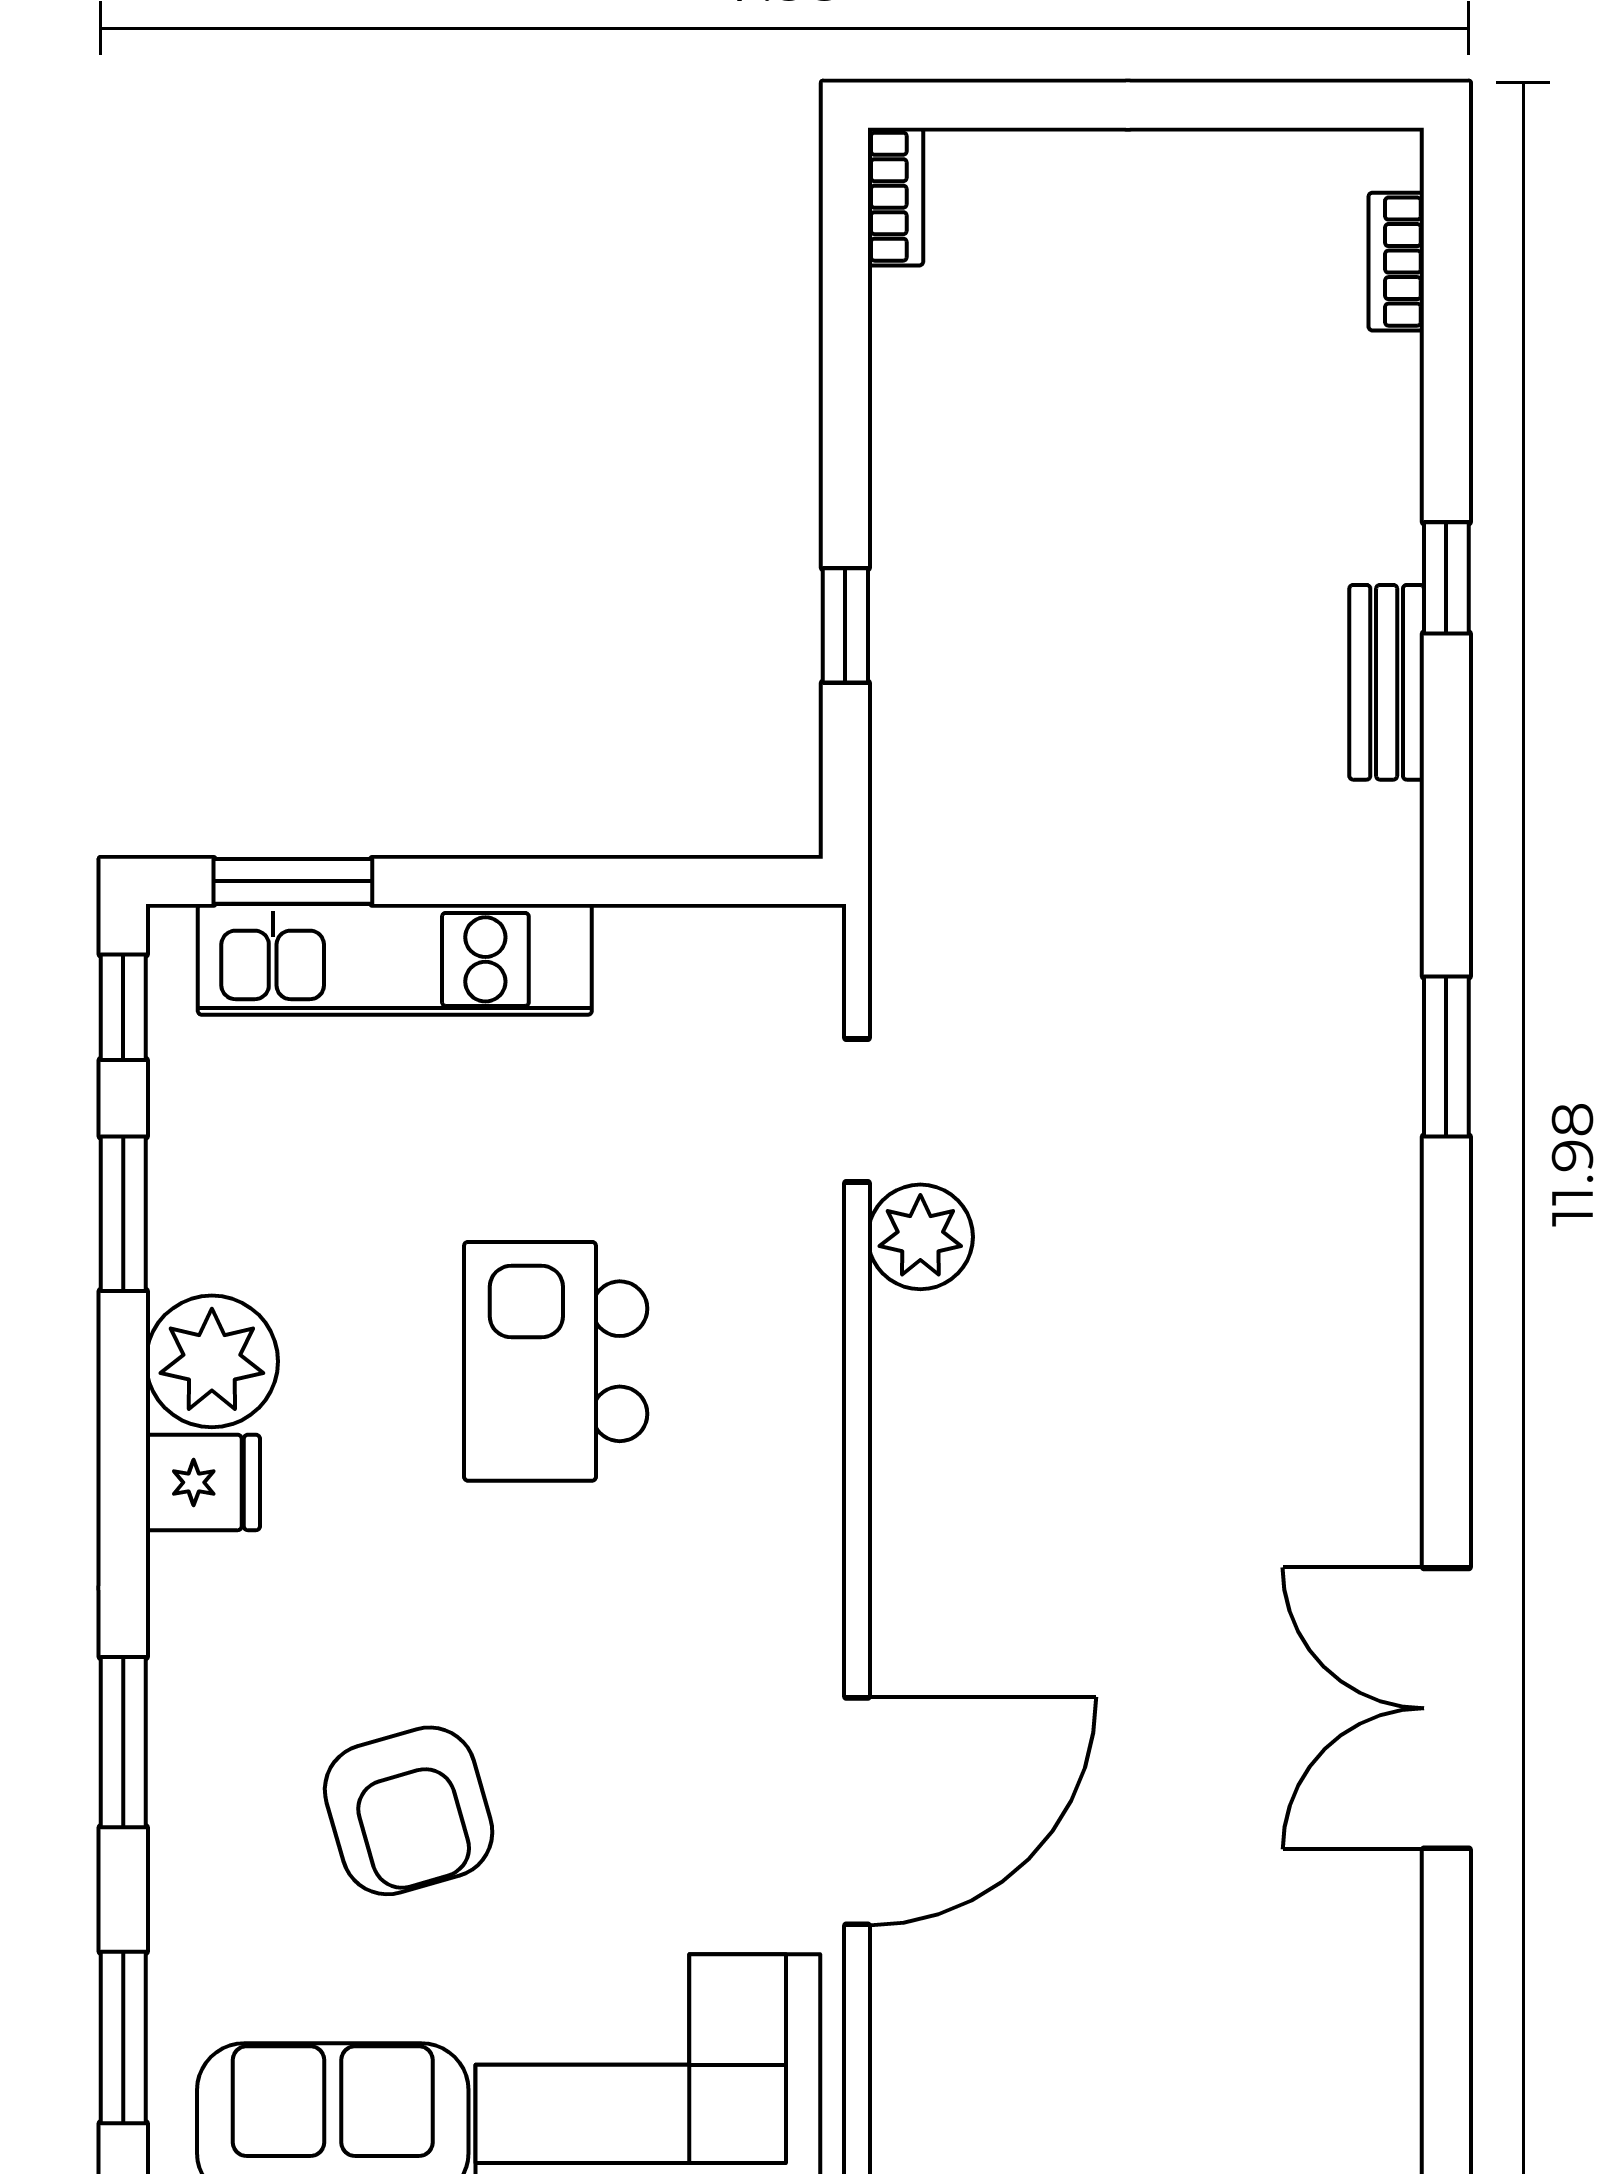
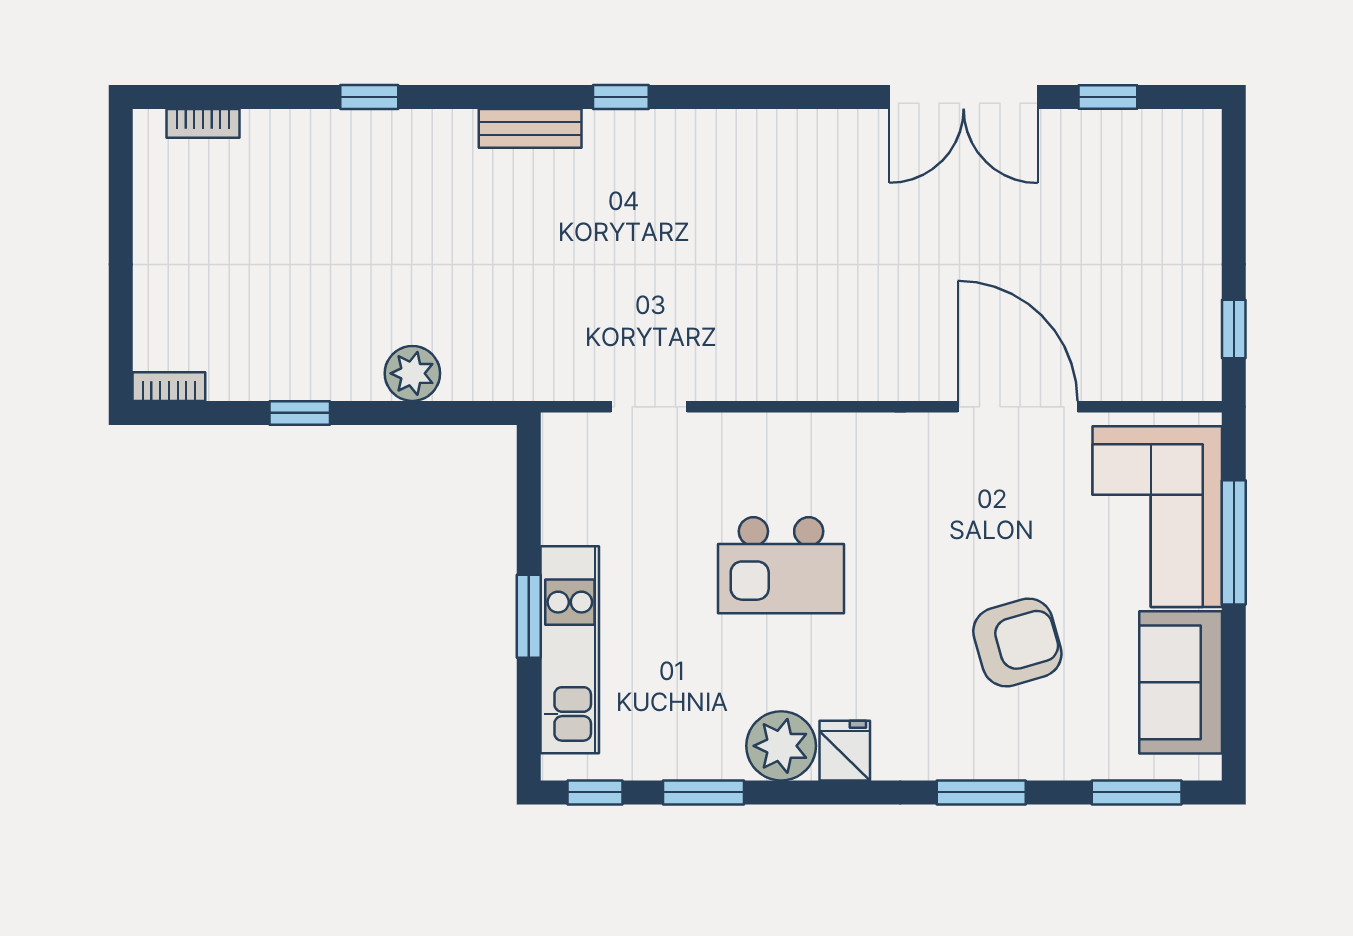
window: (845, 625) -> (300, 413), moved
bench: (1387, 682) -> (530, 128), moved
window: (293, 881) -> (529, 616), moved
window: (1446, 1057) -> (621, 97), width x0.67
plant: (920, 1237) -> (412, 373), moved
window: (1446, 1983) -> (1108, 97), added

